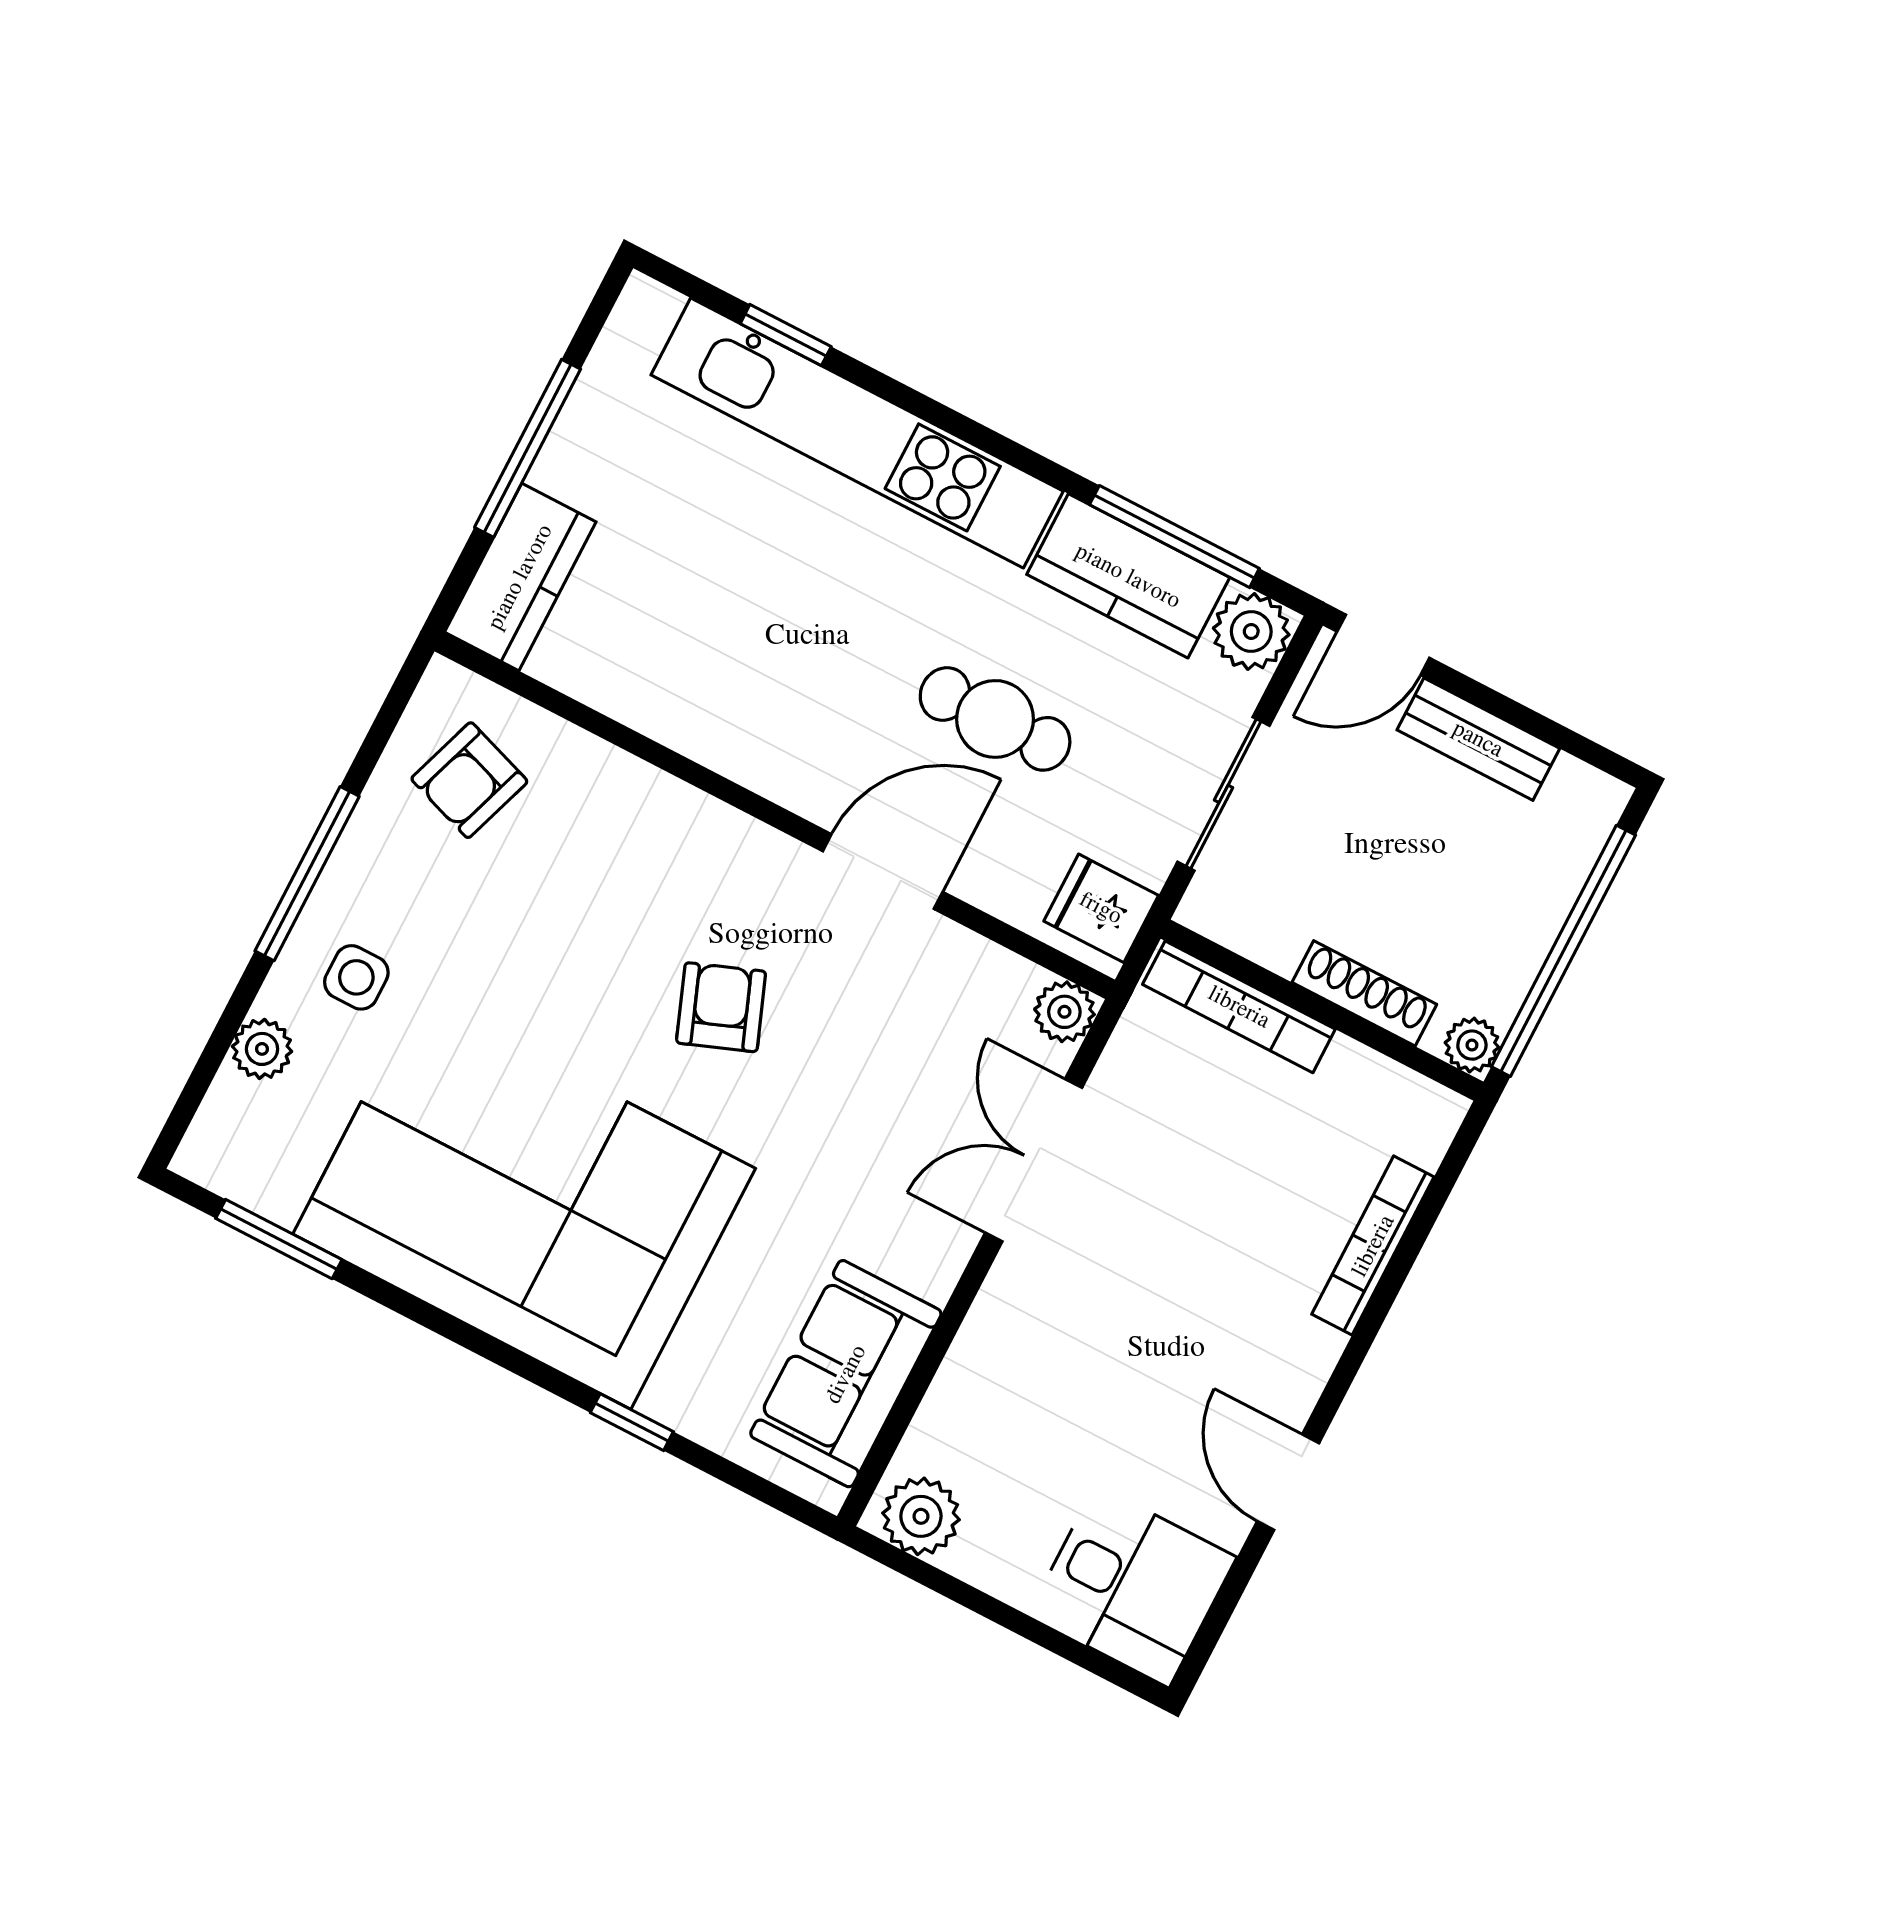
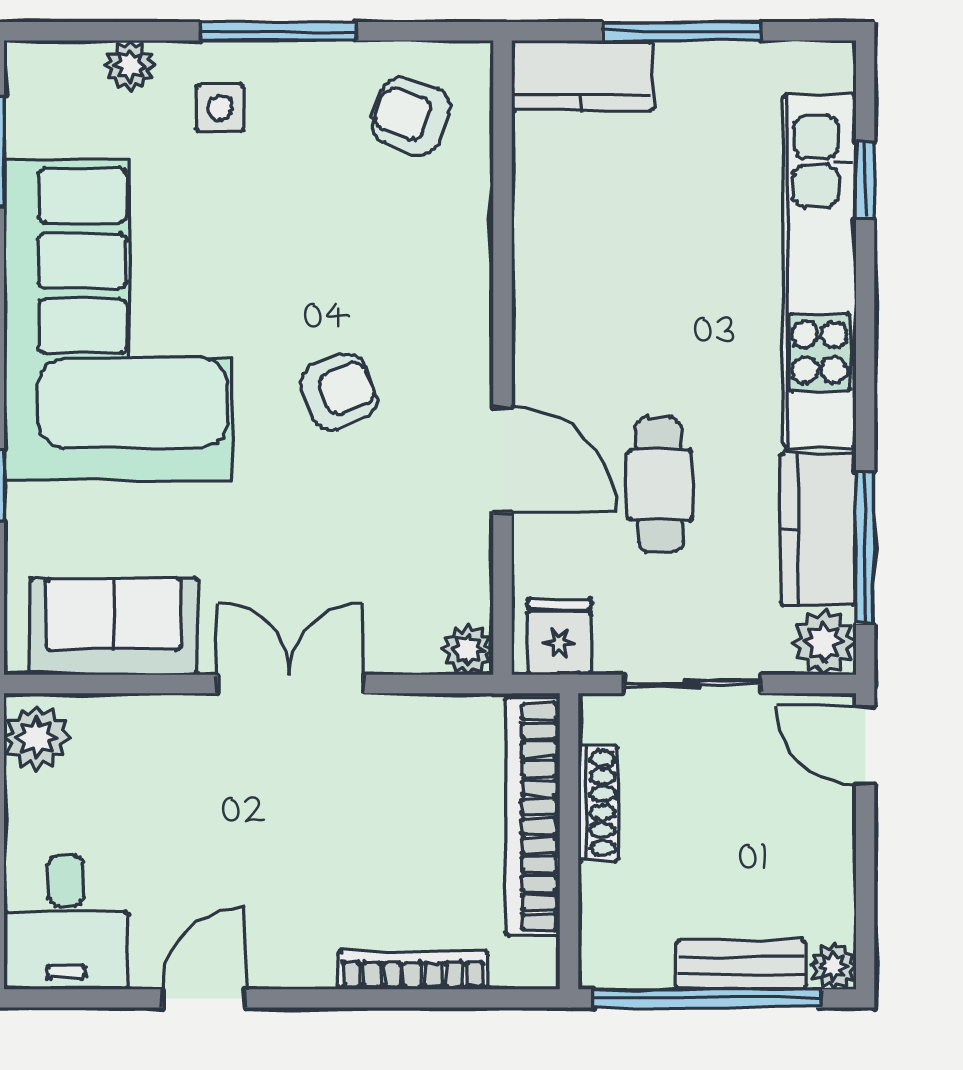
bench: (1478, 739) -> (741, 965), moved, turned 90
shoe rack: (1364, 993) -> (598, 803), moved
bookcase: (1239, 1007) -> (533, 817), width x1.48, depth x1.31
plant: (1472, 1045) -> (833, 966), moved
double door: (1034, 1160) -> (290, 684), moved

